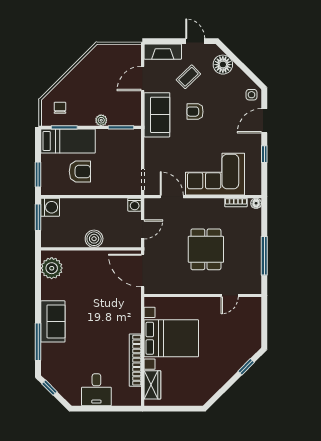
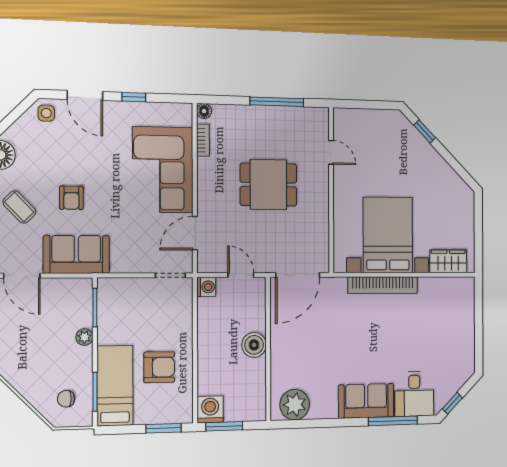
armchair: (80, 171) -> (159, 367), turned 90
bookcase: (135, 360) -> (383, 285), moved
desk: (96, 390) -> (414, 394), moved, turned 90

